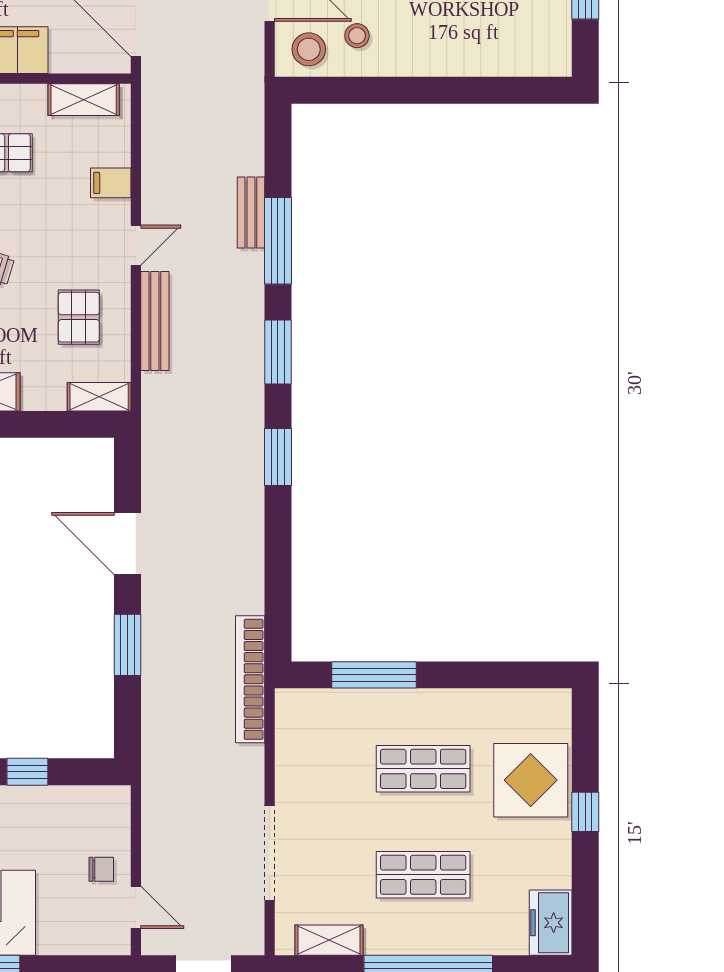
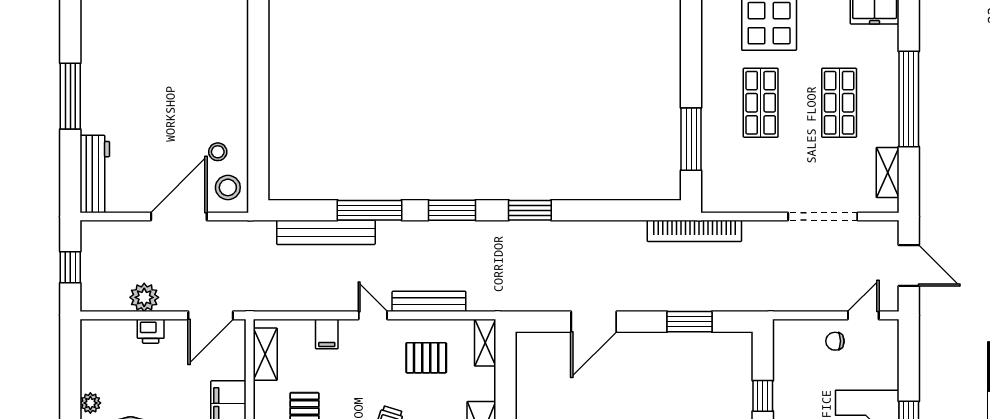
bench: (251, 212) -> (326, 232), width x1.86, depth x1.21
window: (128, 645) -> (690, 322), moved
chair: (101, 869) -> (835, 341), turned -90

